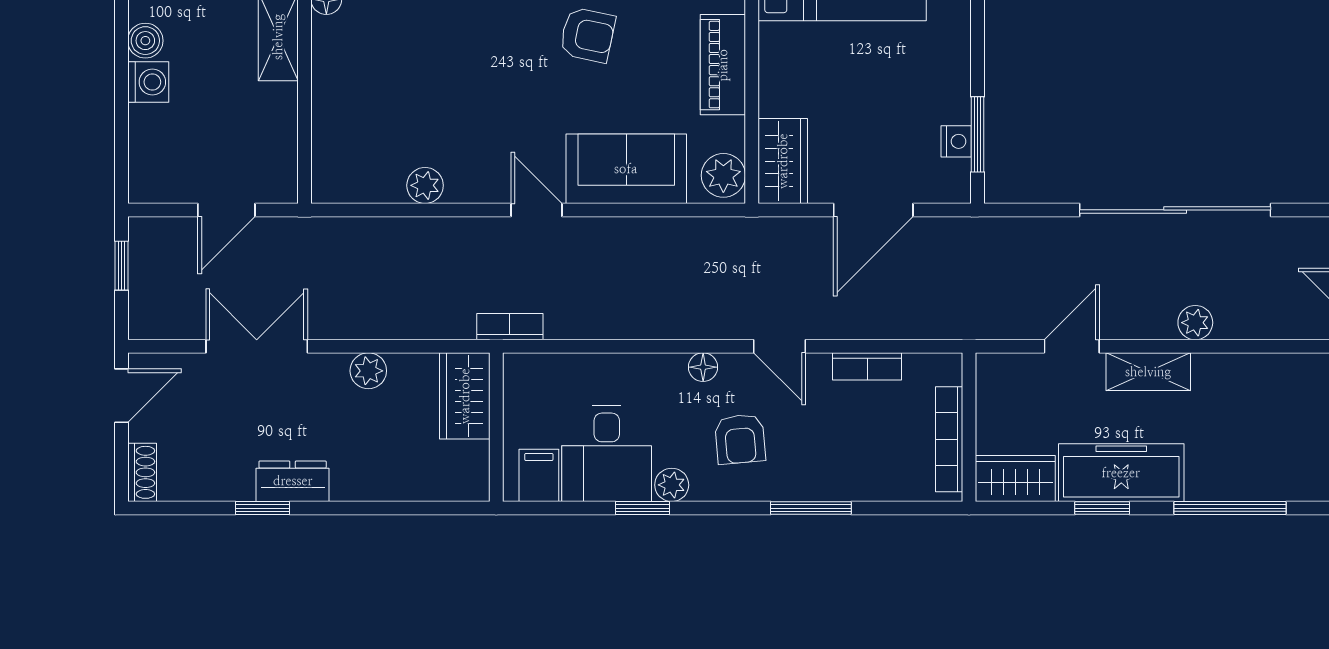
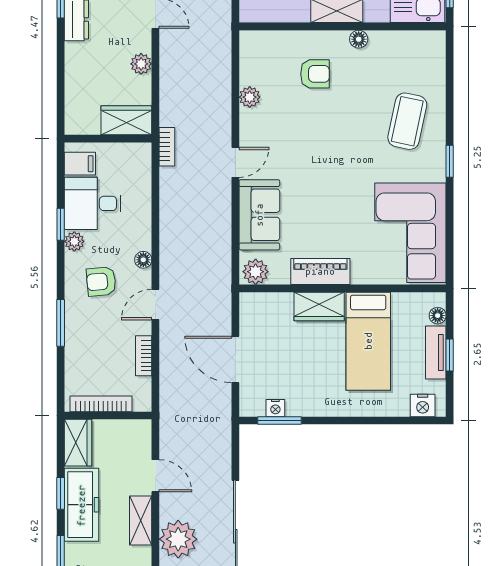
armchair: (587, 35) -> (315, 74), moved, turned -102
wardrobe: (783, 161) -> (319, 307), moved
plant: (1195, 323) -> (178, 539), width x1.88, depth x1.88

